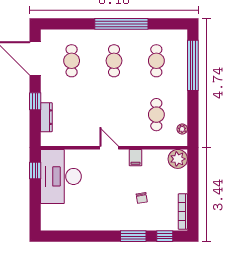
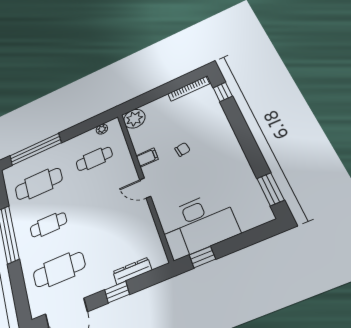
cafe table: (72, 61) -> (59, 270), width x1.37, depth x1.35
cafe table: (156, 61) -> (39, 184), width x1.37, depth x1.35
door: (109, 148) -> (145, 188), hinge flipped
chair: (142, 198) -> (182, 149), moved
window: (133, 236) -> (270, 189), moved

